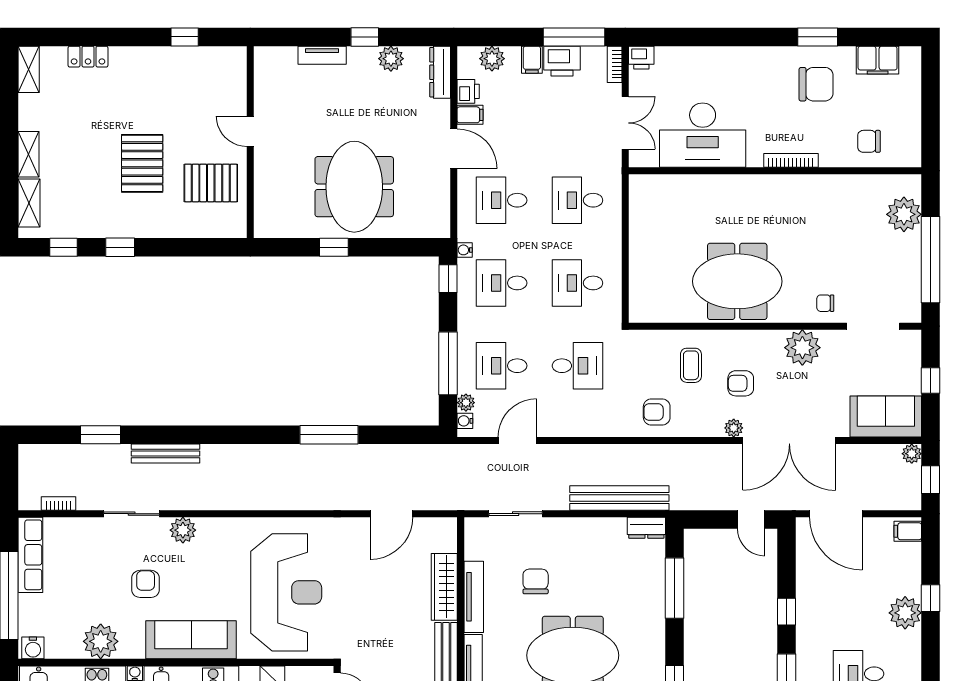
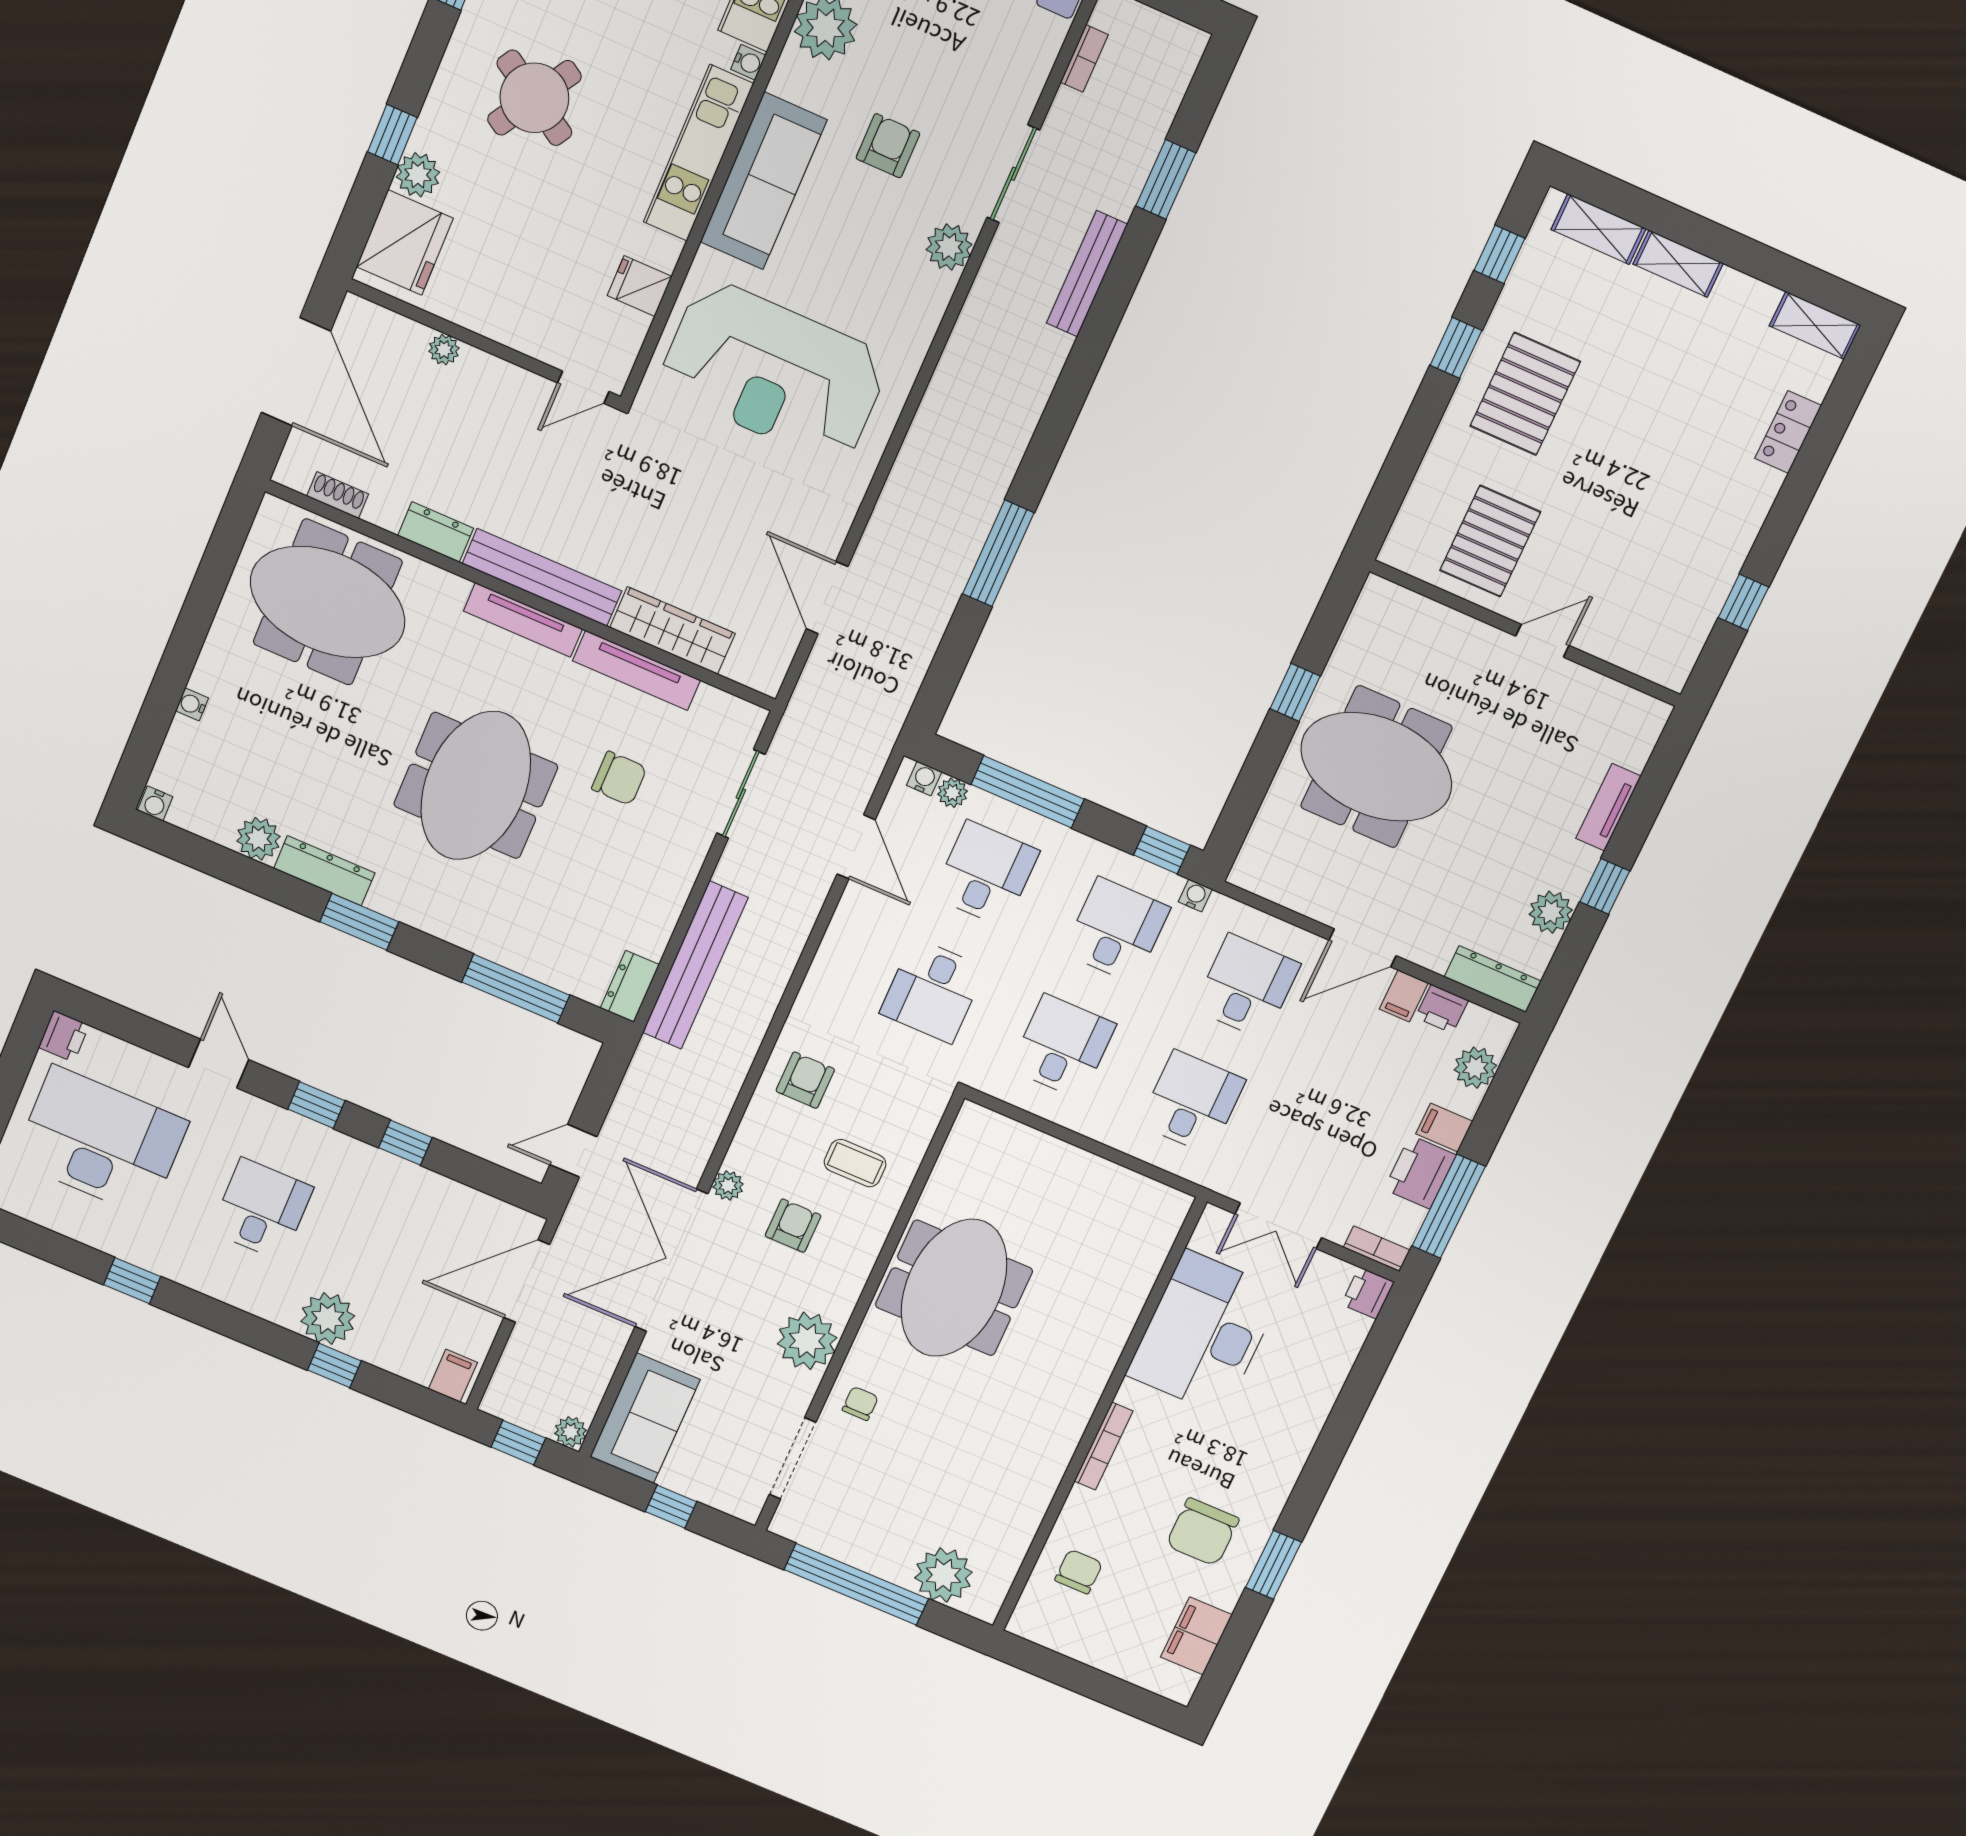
pallet: (142, 163) -> (1525, 394), moved, turned 90
armchair: (146, 584) -> (888, 146), turned -90

